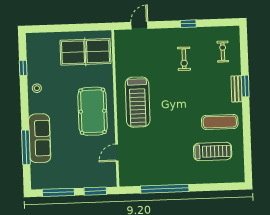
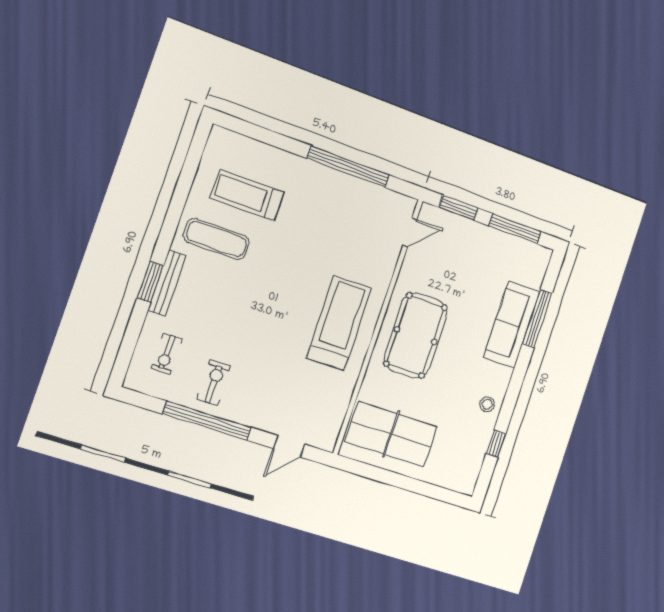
window: (188, 24) -> (207, 421), width x3.17
exercise bike: (184, 59) -> (214, 382), moved
bench: (236, 89) -> (167, 283), width x1.36
door: (117, 153) -> (410, 232), moved

